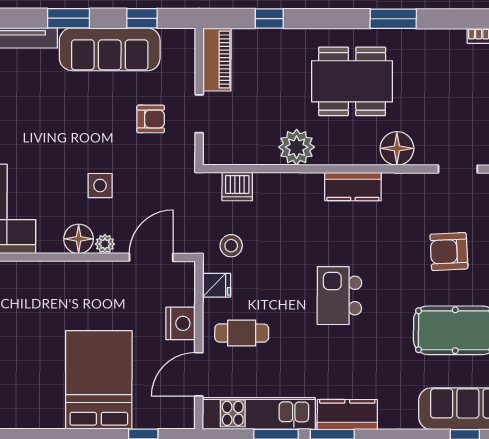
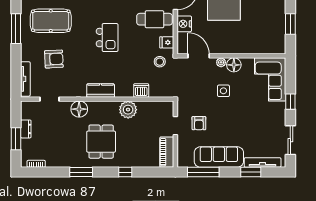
window: (68, 18) -> (251, 172), moved
window: (142, 18) -> (203, 172), width x2.17
window: (269, 19) -> (125, 172), moved
dining table: (352, 81) -> (101, 142), width x0.73
armchair: (151, 119) -> (199, 123), turned -90
dishwasher: (237, 186) -> (141, 90), moved
door: (151, 257) -> (199, 56), swing flipped
cafe table: (242, 333) -> (154, 19), width x1.37, depth x1.35

